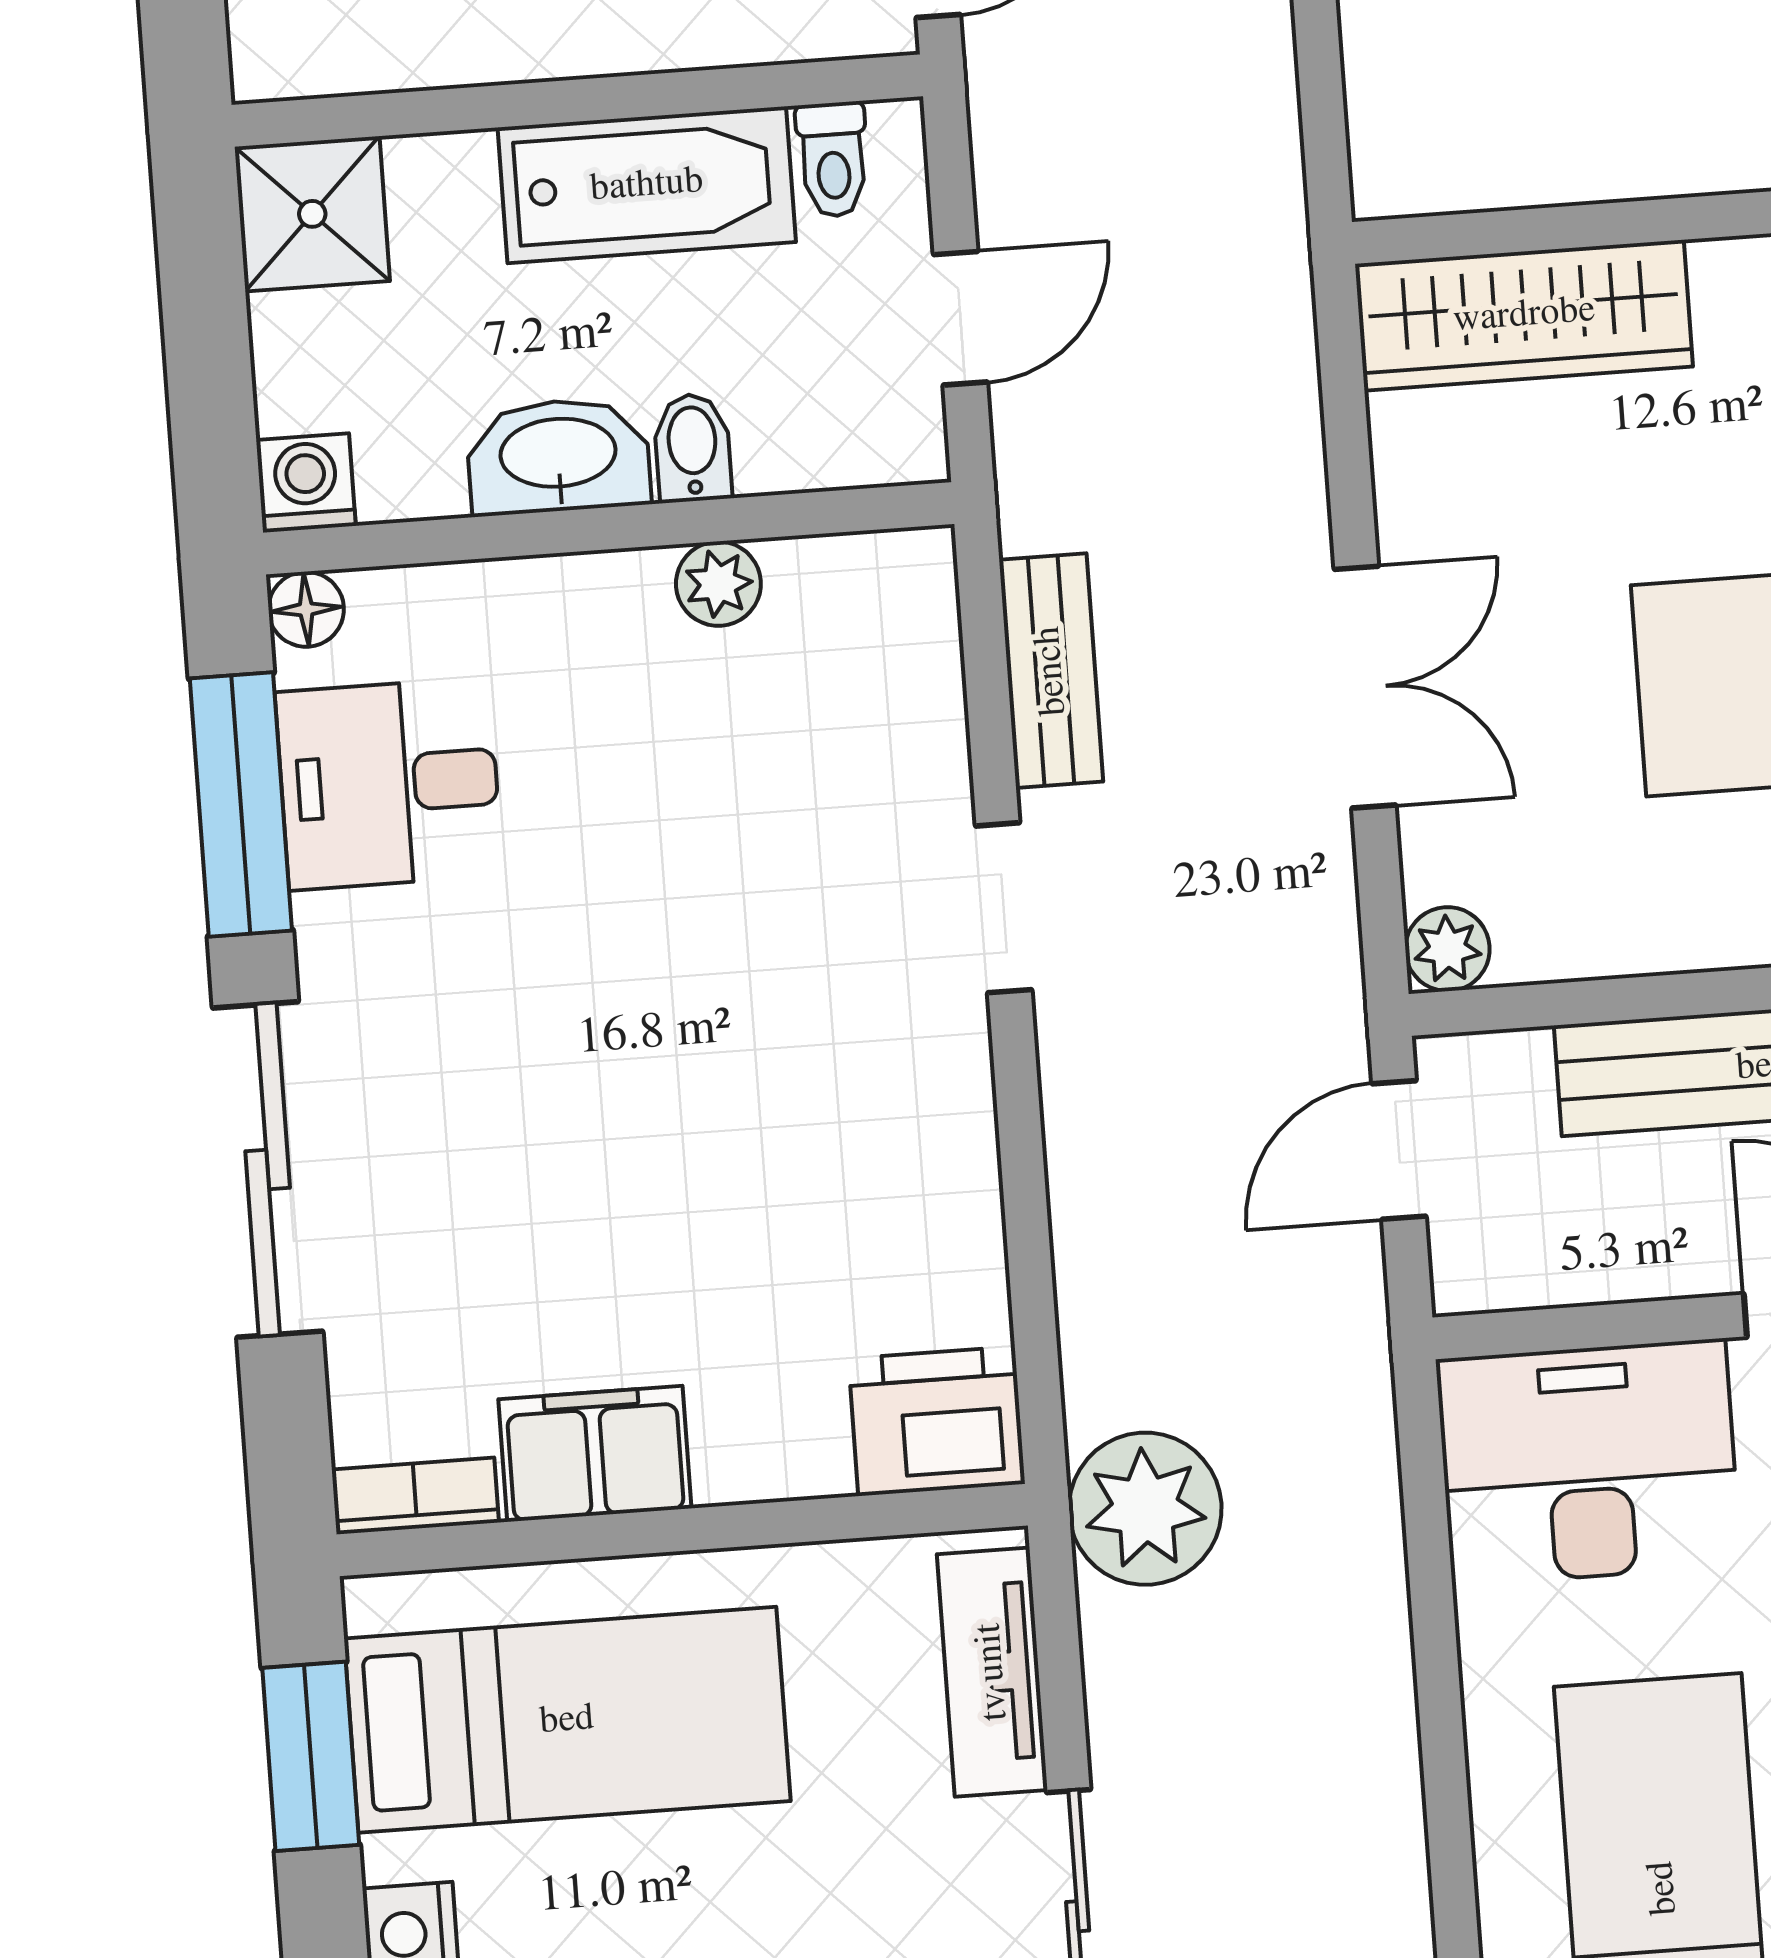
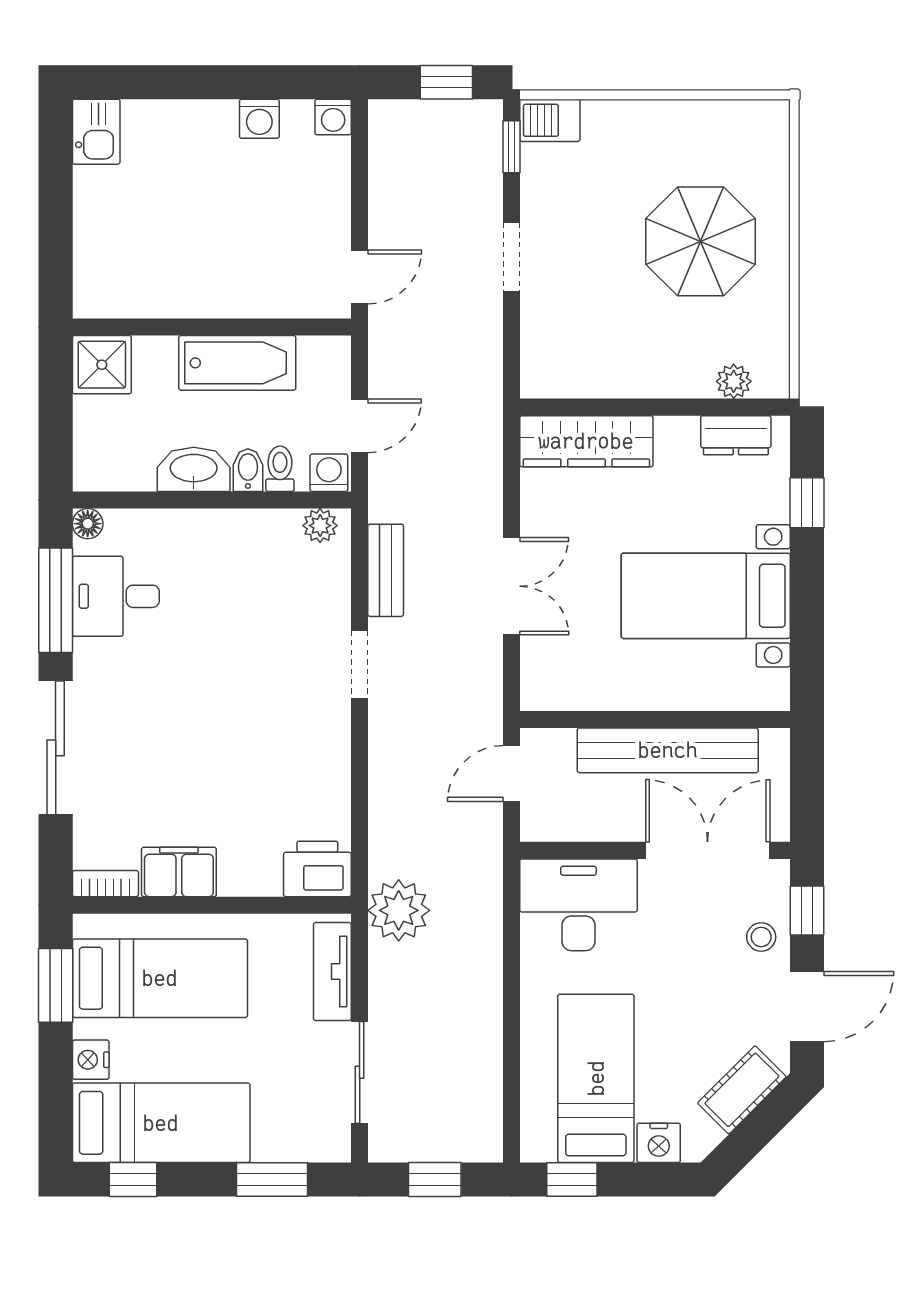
toilet: (833, 159) -> (280, 469), moved, turned 180
washing machine: (306, 483) -> (329, 473), moved
plant: (718, 584) -> (320, 526), moved
plant: (1447, 949) -> (537, 694), removed

